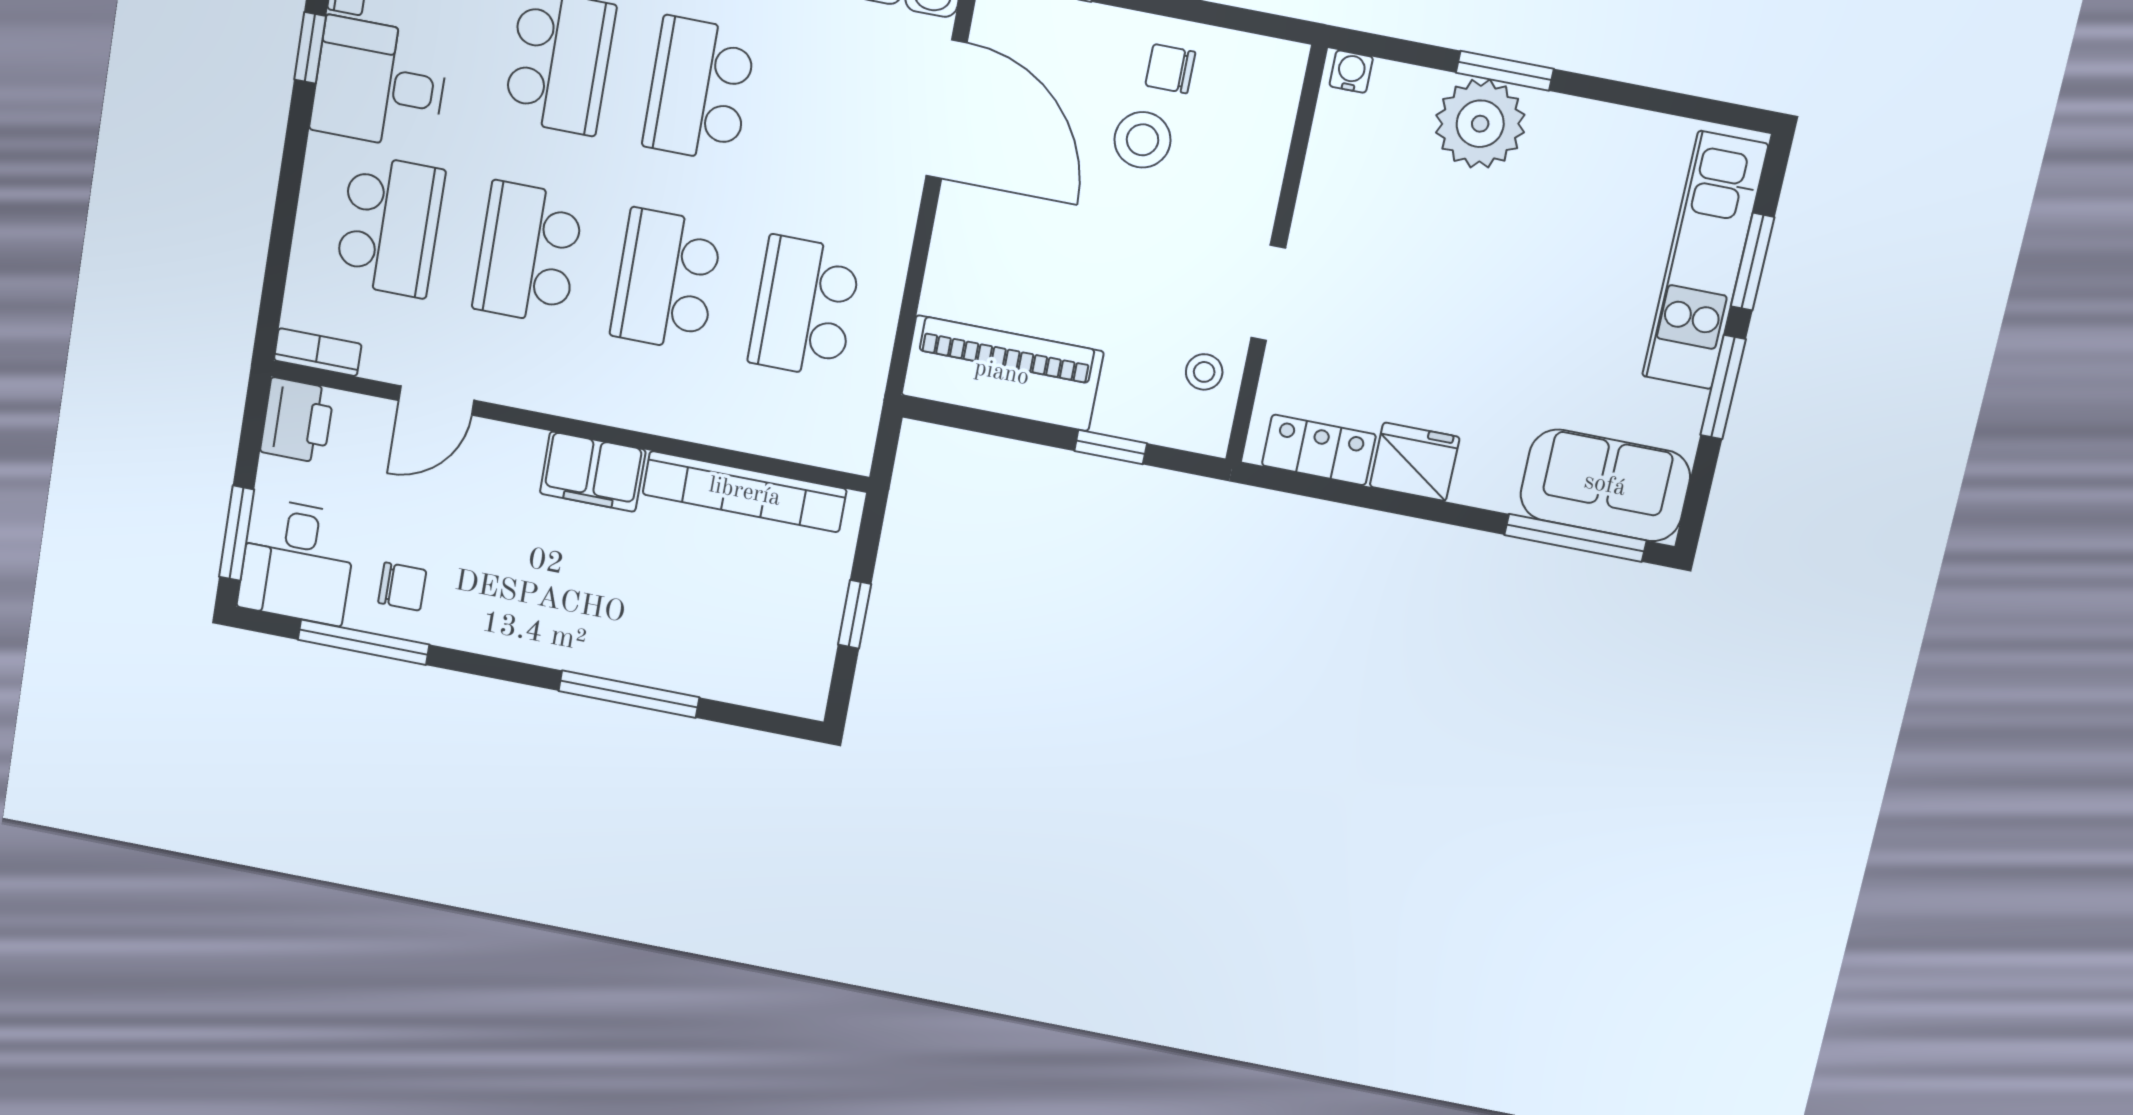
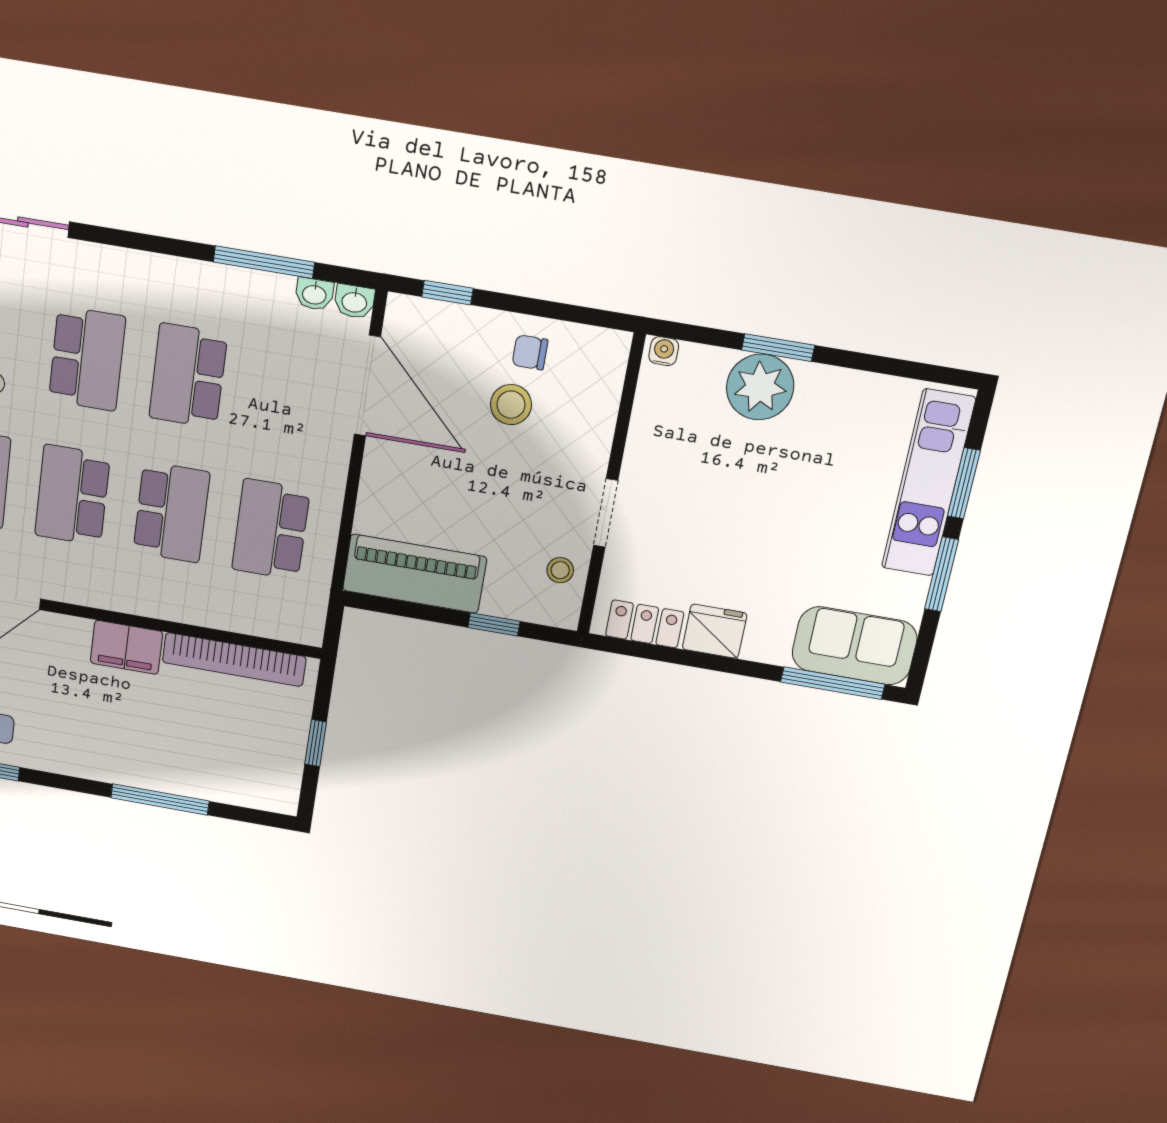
school desk: (666, 280) -> (171, 512), turned 180

